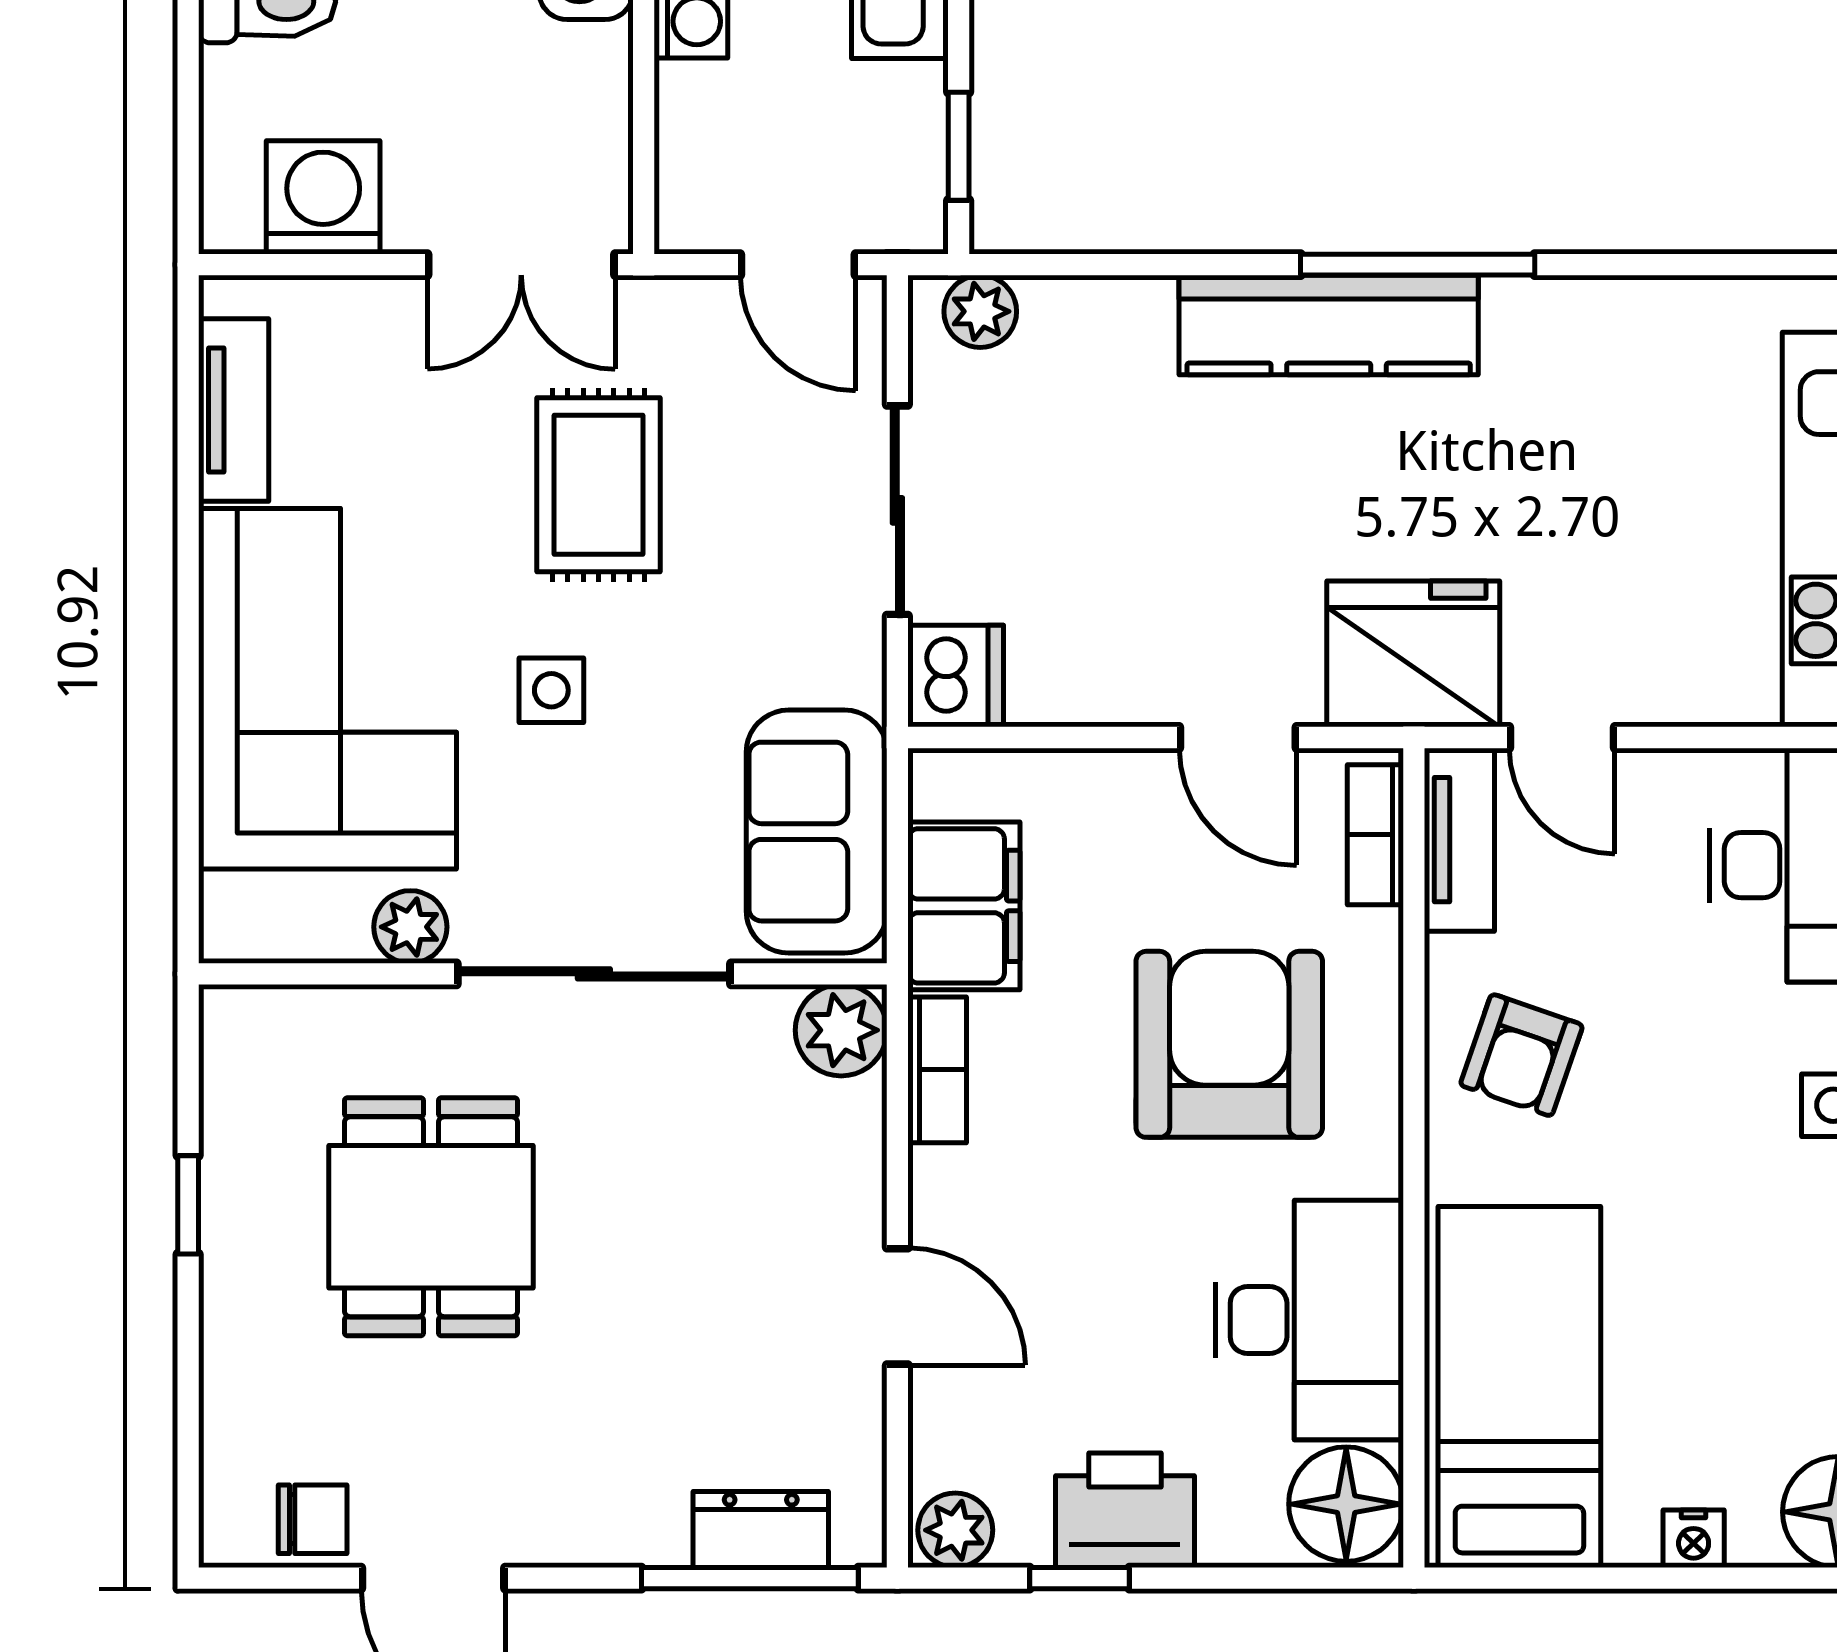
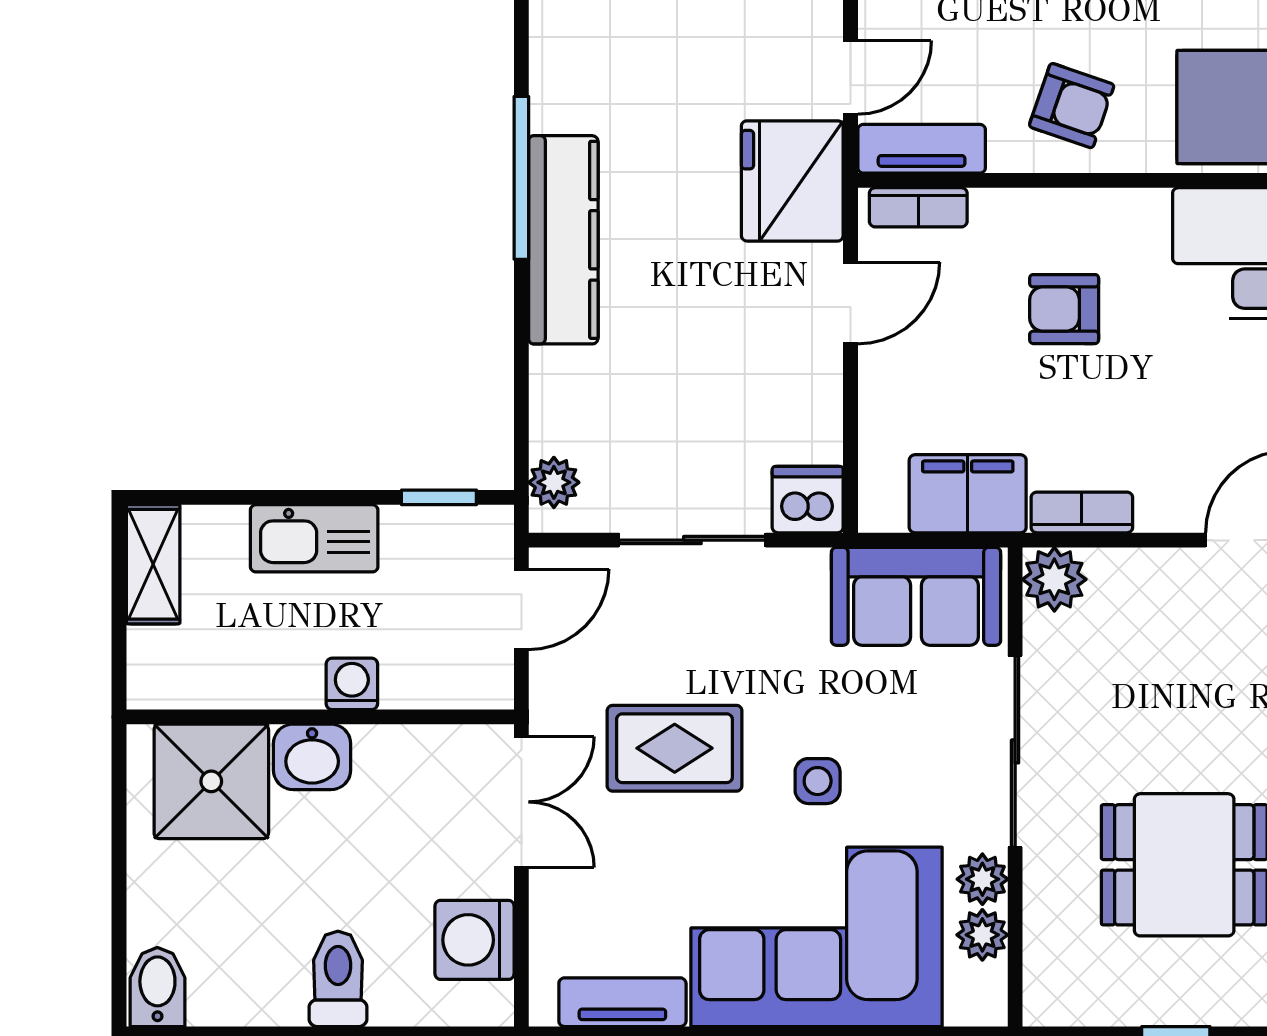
plant: (330, 927) -> (982, 935), added
armchair: (1229, 1044) -> (1064, 309), width x0.53, depth x0.53

